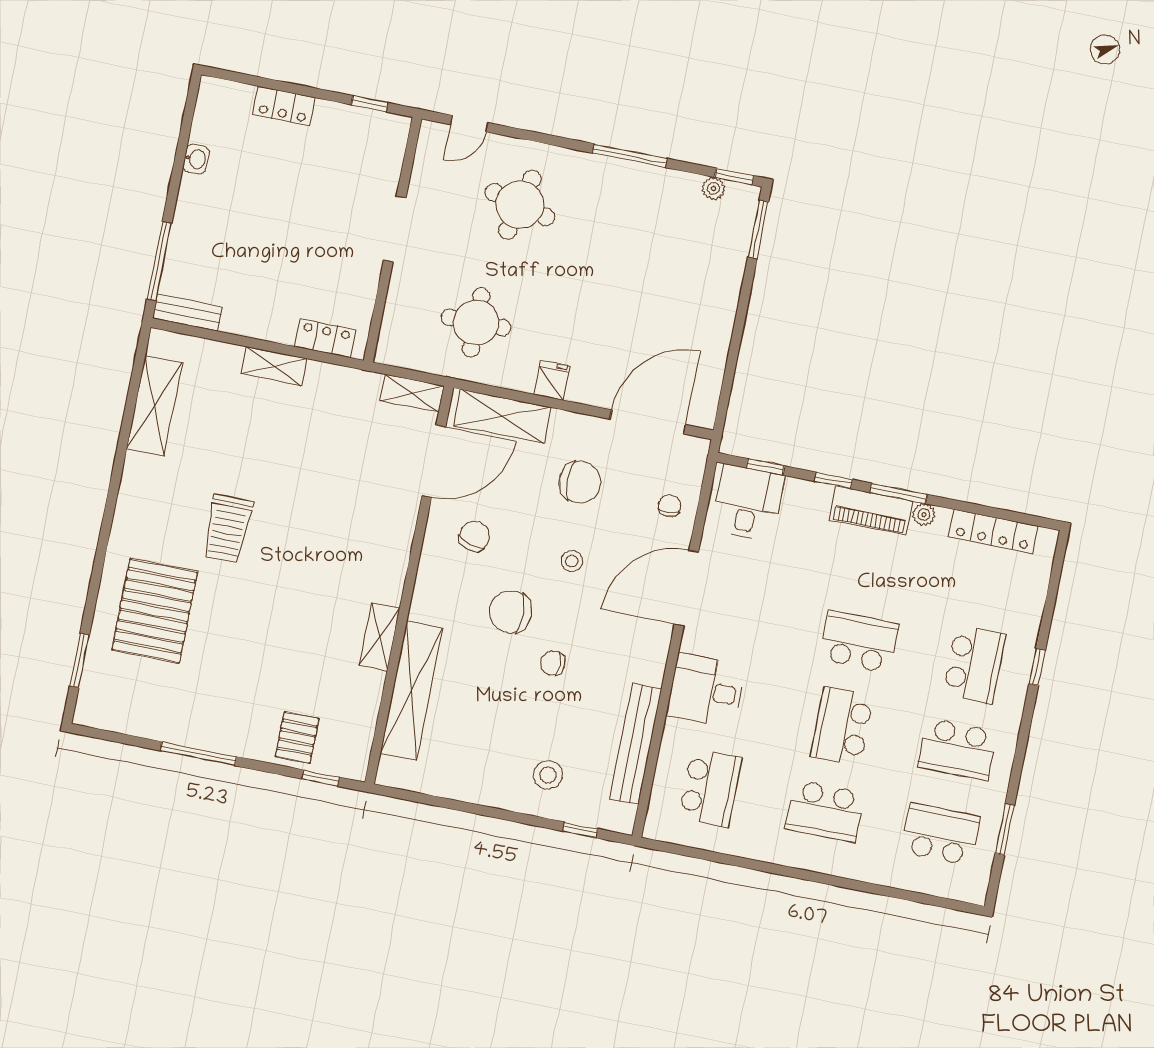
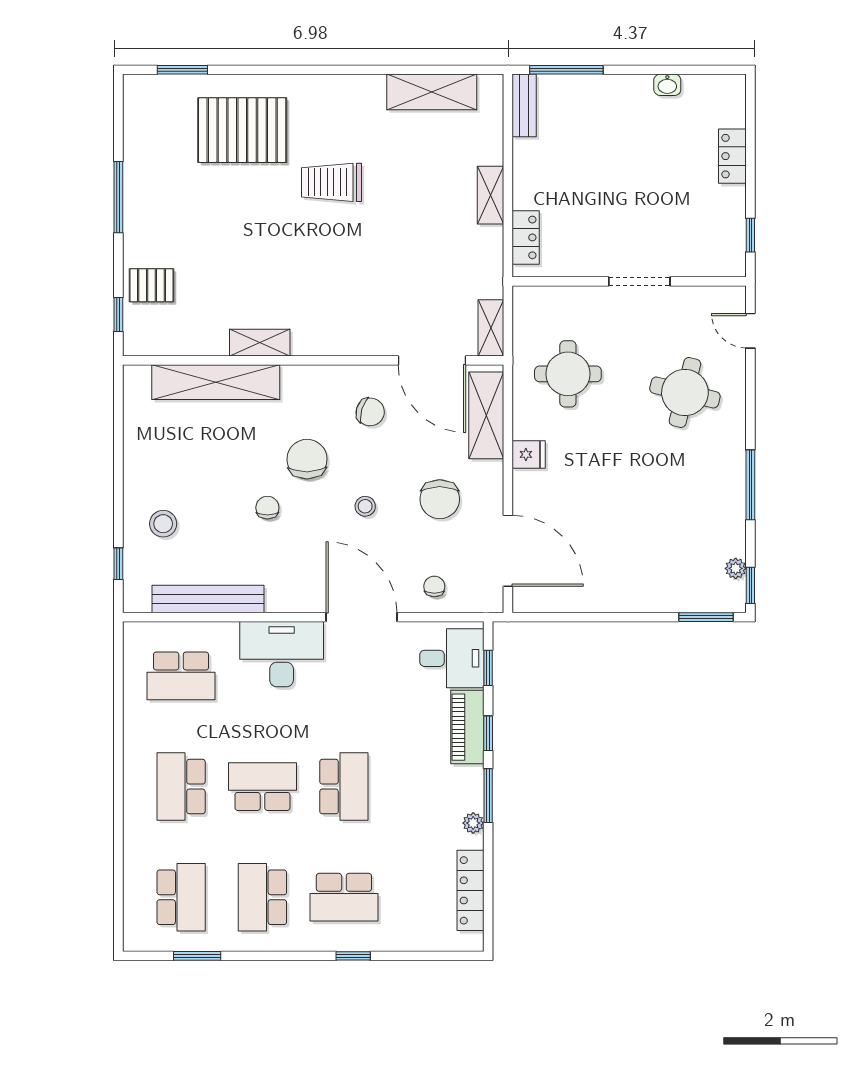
chair: (670, 506) -> (434, 586), turned -90
piano: (871, 510) -> (467, 727), moved
desk: (706, 691) -> (282, 654), width x1.37

